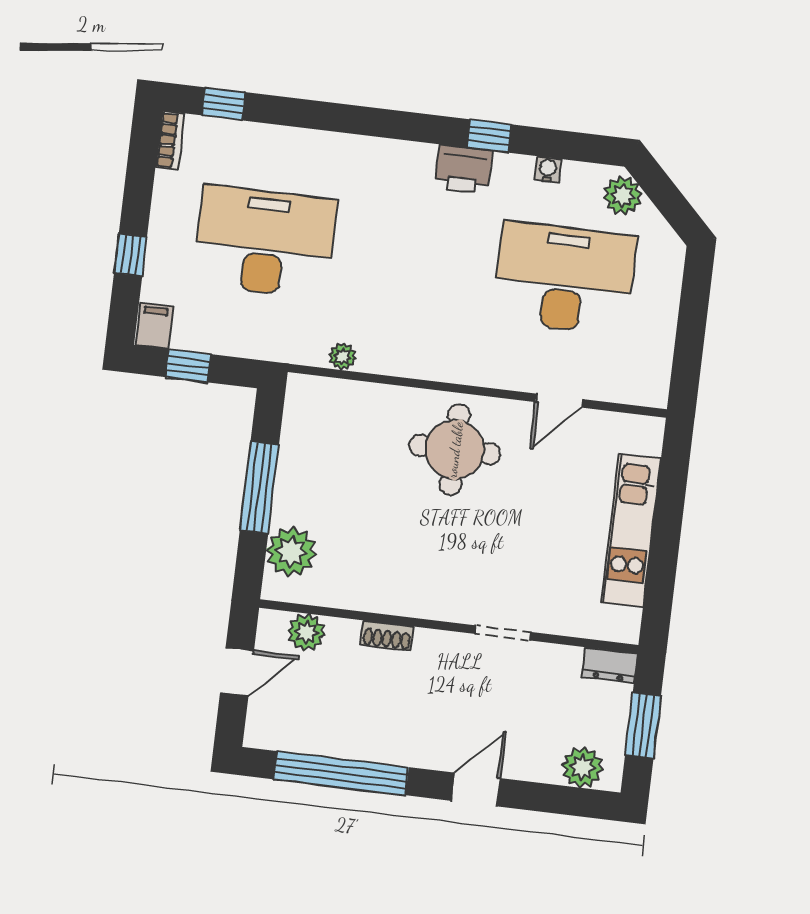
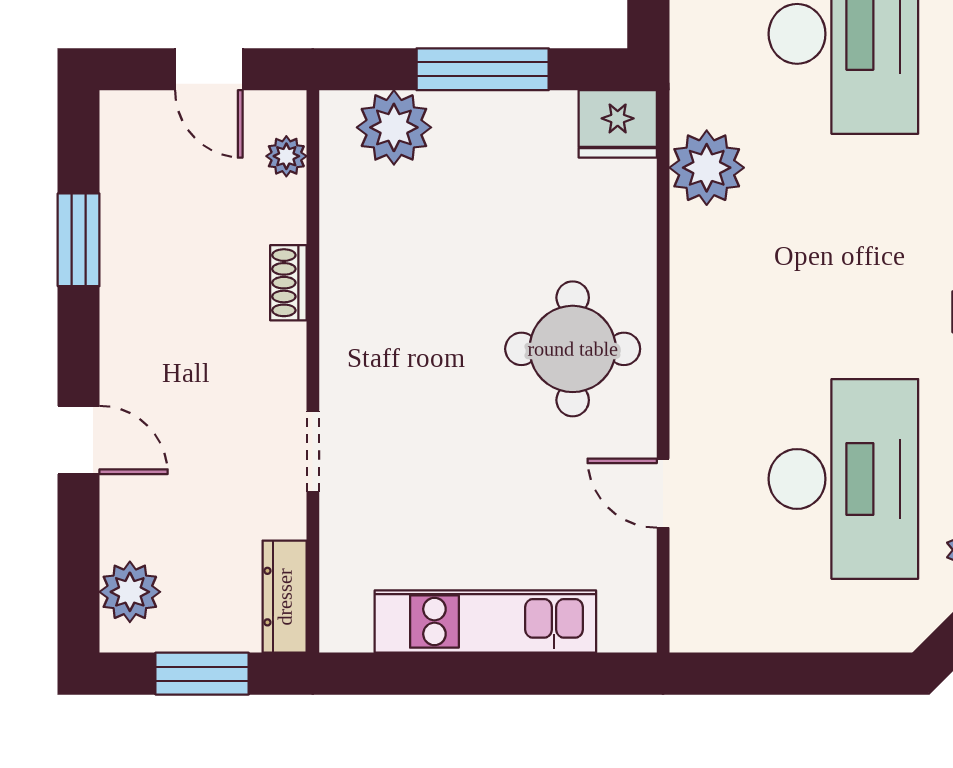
plant: (342, 357) -> (707, 168), width x1.87, depth x1.87
fridge: (307, 401) -> (618, 124), added
plant: (306, 632) -> (286, 156), width x0.73, depth x0.73
dresser: (609, 665) -> (285, 597), width x1.44
window: (341, 773) -> (79, 240), width x0.47

